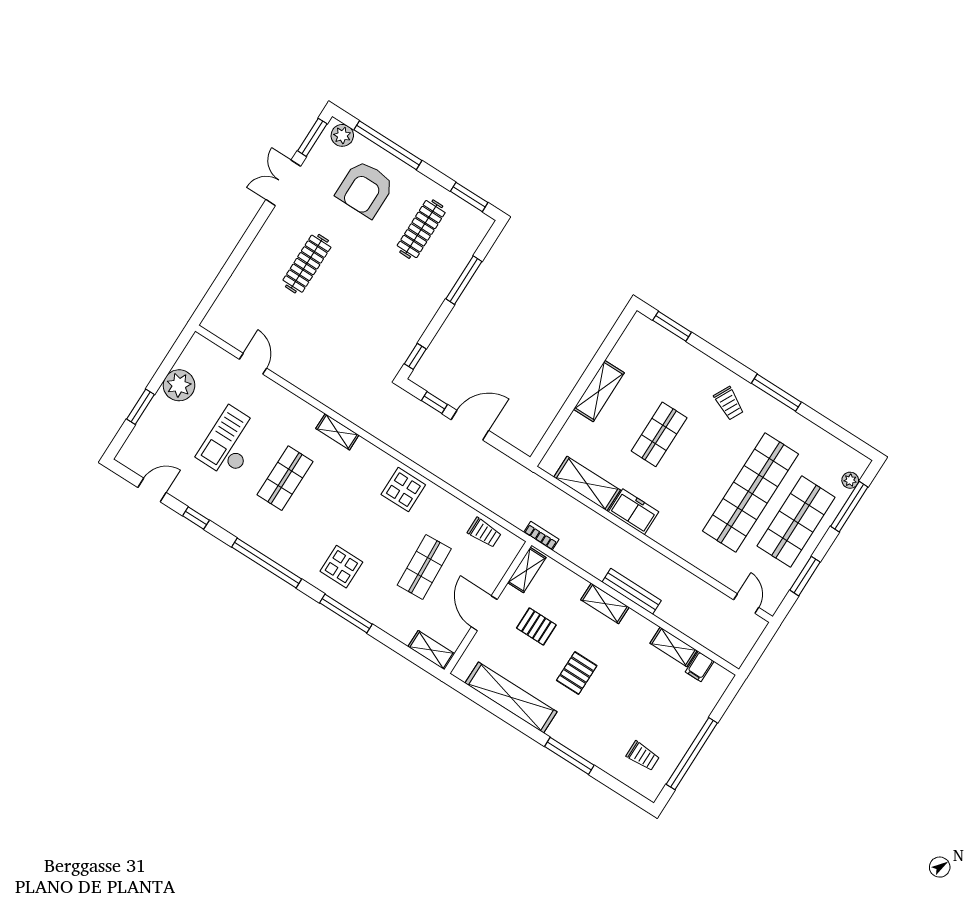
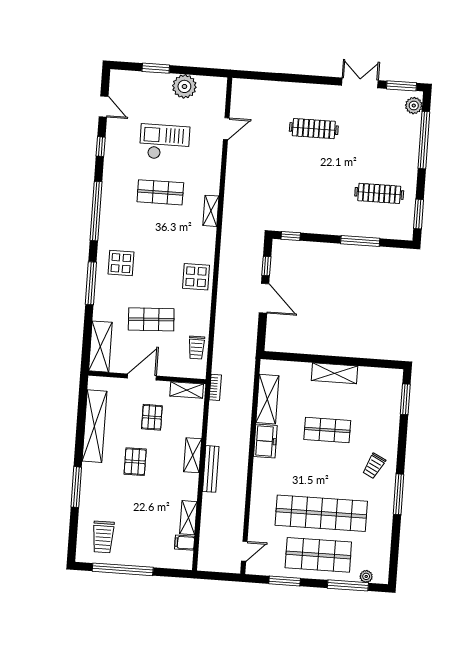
armchair: (365, 189) -> (386, 141), removed
shelving: (431, 650) -> (100, 347), width x1.50, depth x1.33
pallet: (577, 673) -> (135, 462), turned 90
trolley: (643, 756) -> (103, 537), width x1.36, depth x1.39

